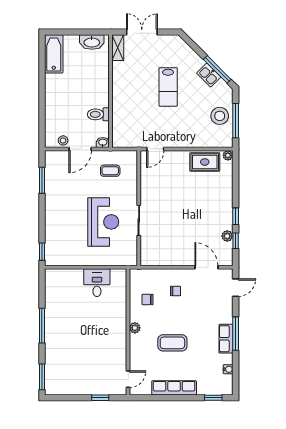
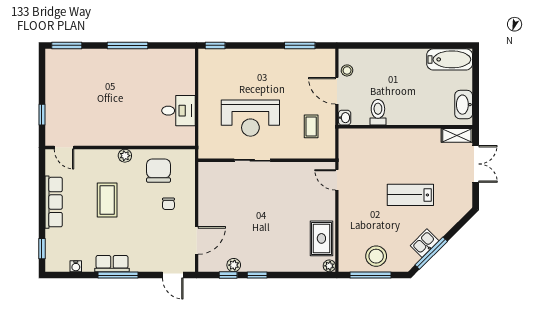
chair: (147, 299) -> (159, 171), width x1.87, depth x1.87

